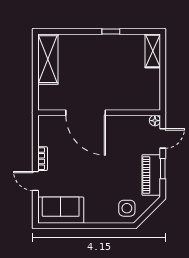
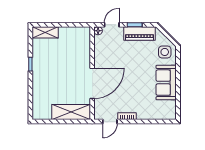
shelving: (48, 59) -> (71, 112), moved
door: (163, 138) -> (112, 25), hinge flipped
door: (35, 181) -> (110, 122), moved
sofa: (61, 210) -> (166, 83), moved

